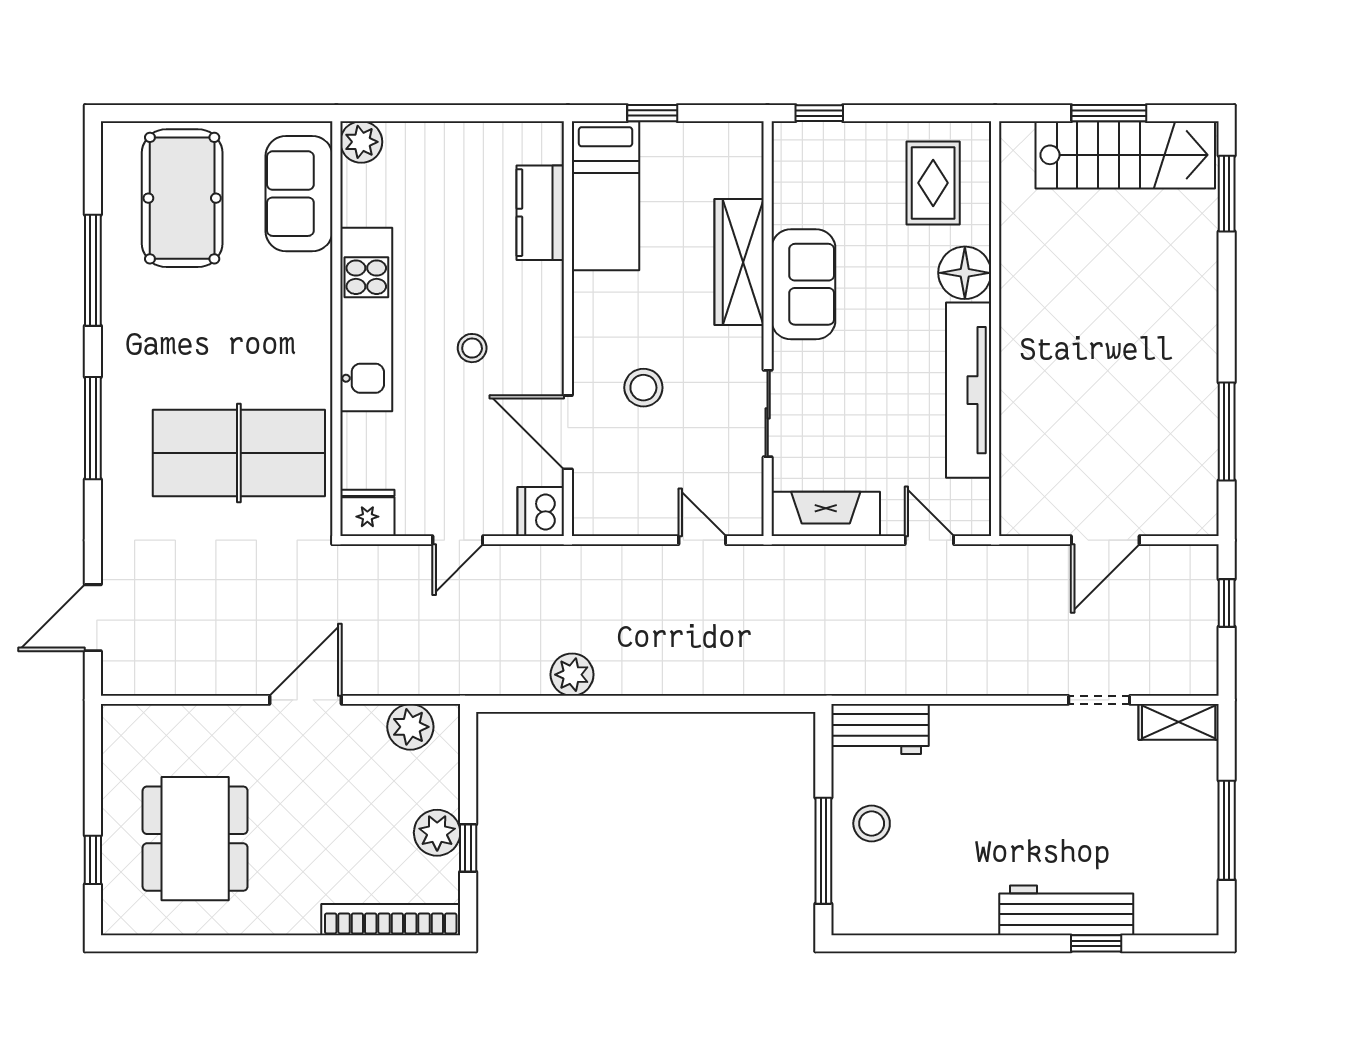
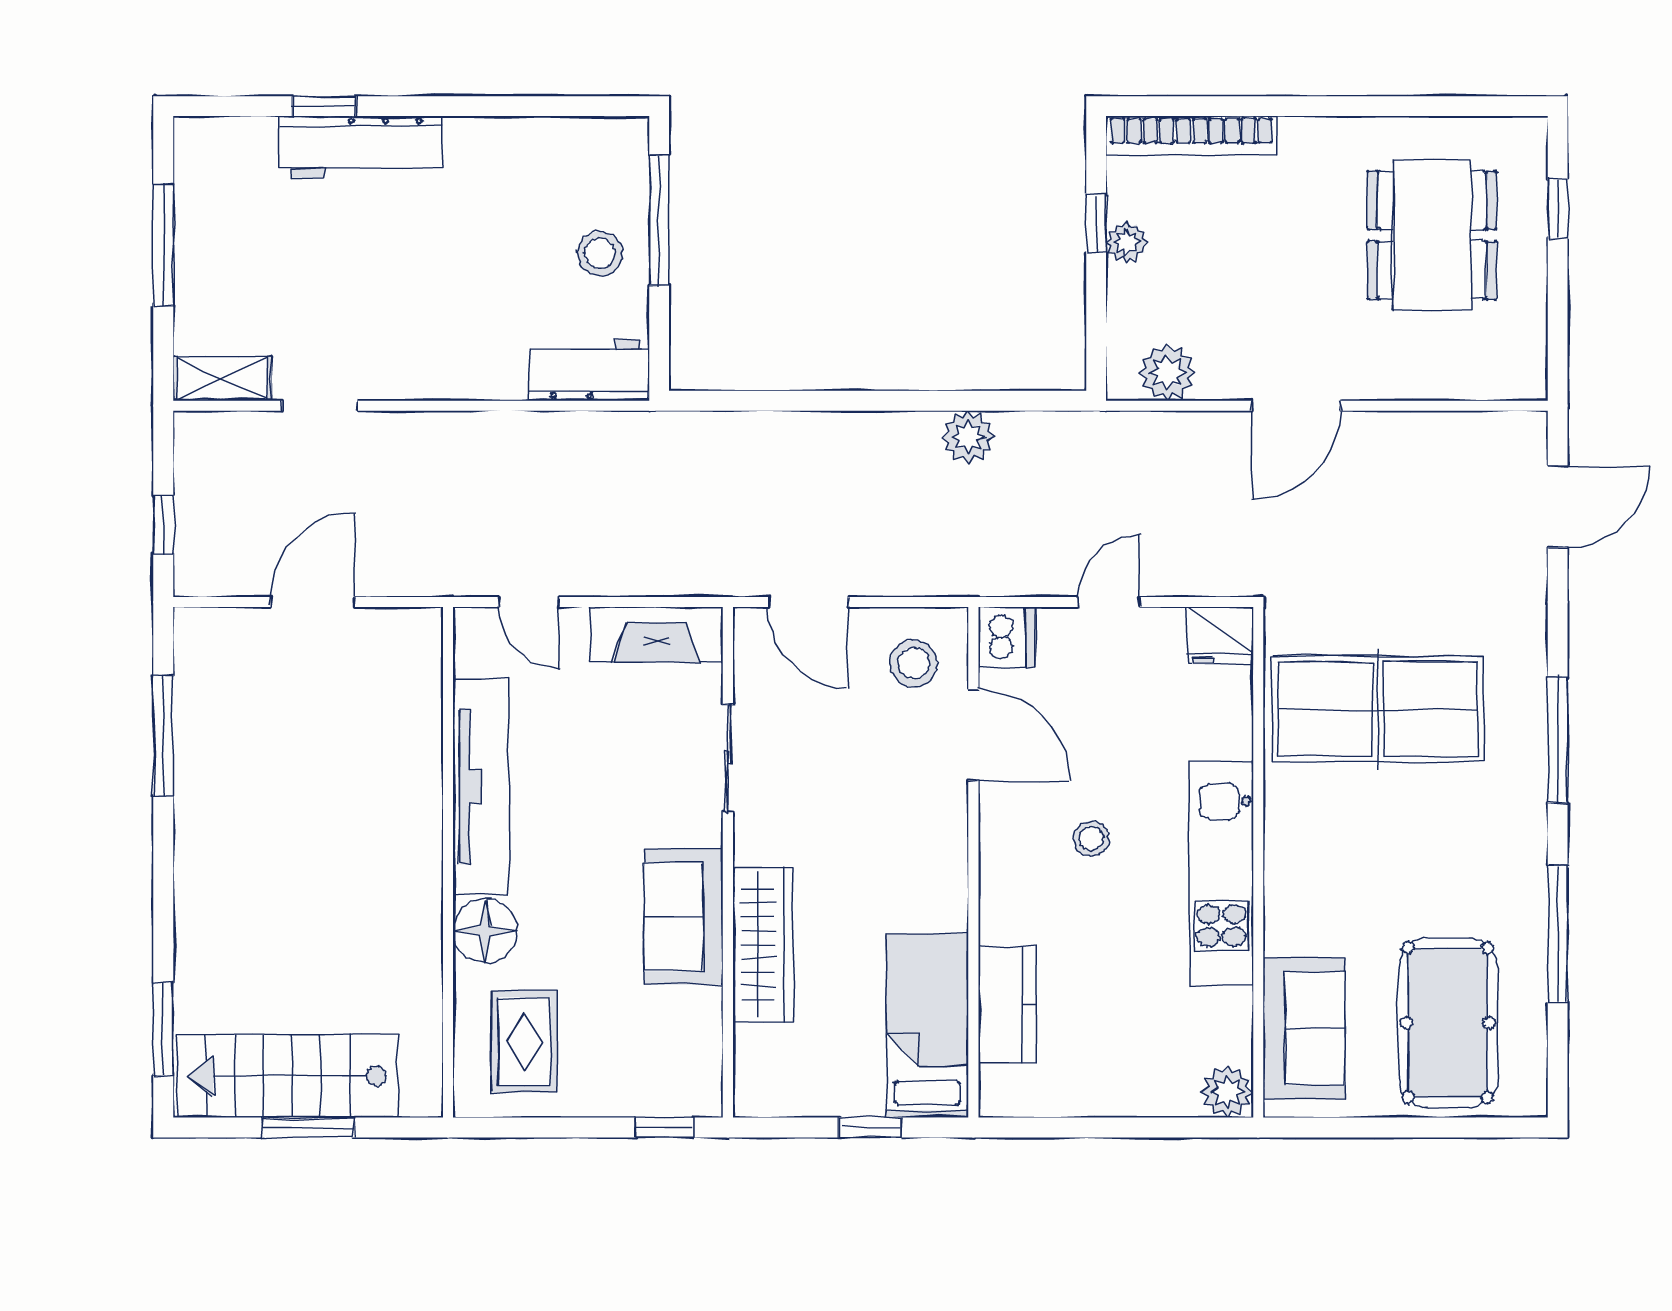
stool: (643, 388) -> (914, 663), moved
door: (702, 540) -> (808, 602), width x1.38
plant: (437, 833) -> (1127, 242), width x0.73, depth x0.73

